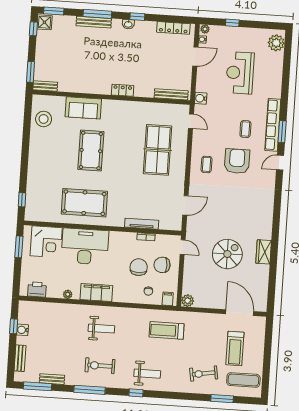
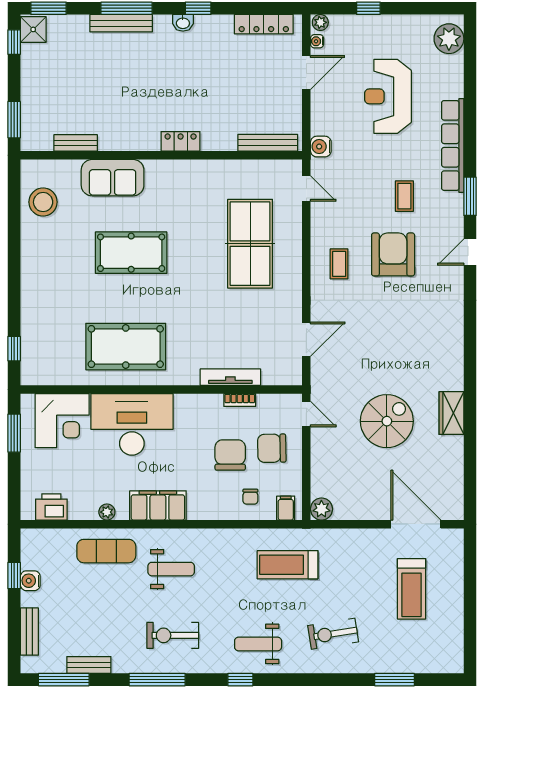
bench: (45, 86) -> (76, 143), moved
row of seats: (273, 125) -> (453, 145), moved
pool table: (91, 151) -> (131, 253), turned 90
weight bench: (147, 374) -> (258, 644), turned 180
exercise bike: (204, 374) -> (333, 634), moved
exercise mat: (243, 380) -> (106, 551), moved

